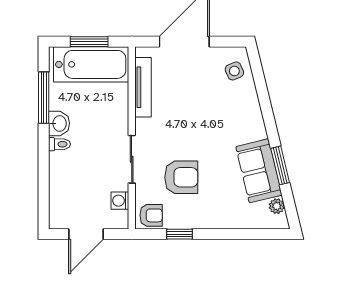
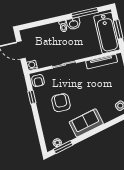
window: (280, 165) -> (63, 147), moved
sofa: (259, 171) -> (86, 123), moved
armchair: (181, 177) -> (61, 103), moved, turned 180
washing machine: (120, 201) -> (32, 65), moved

